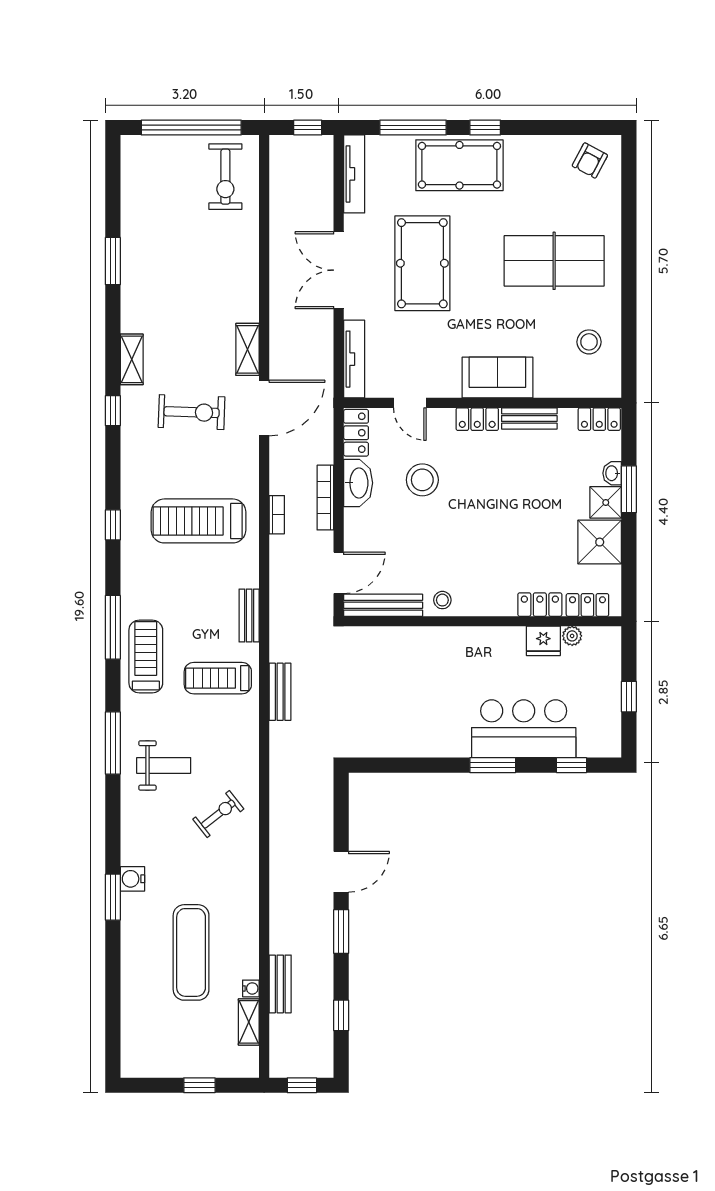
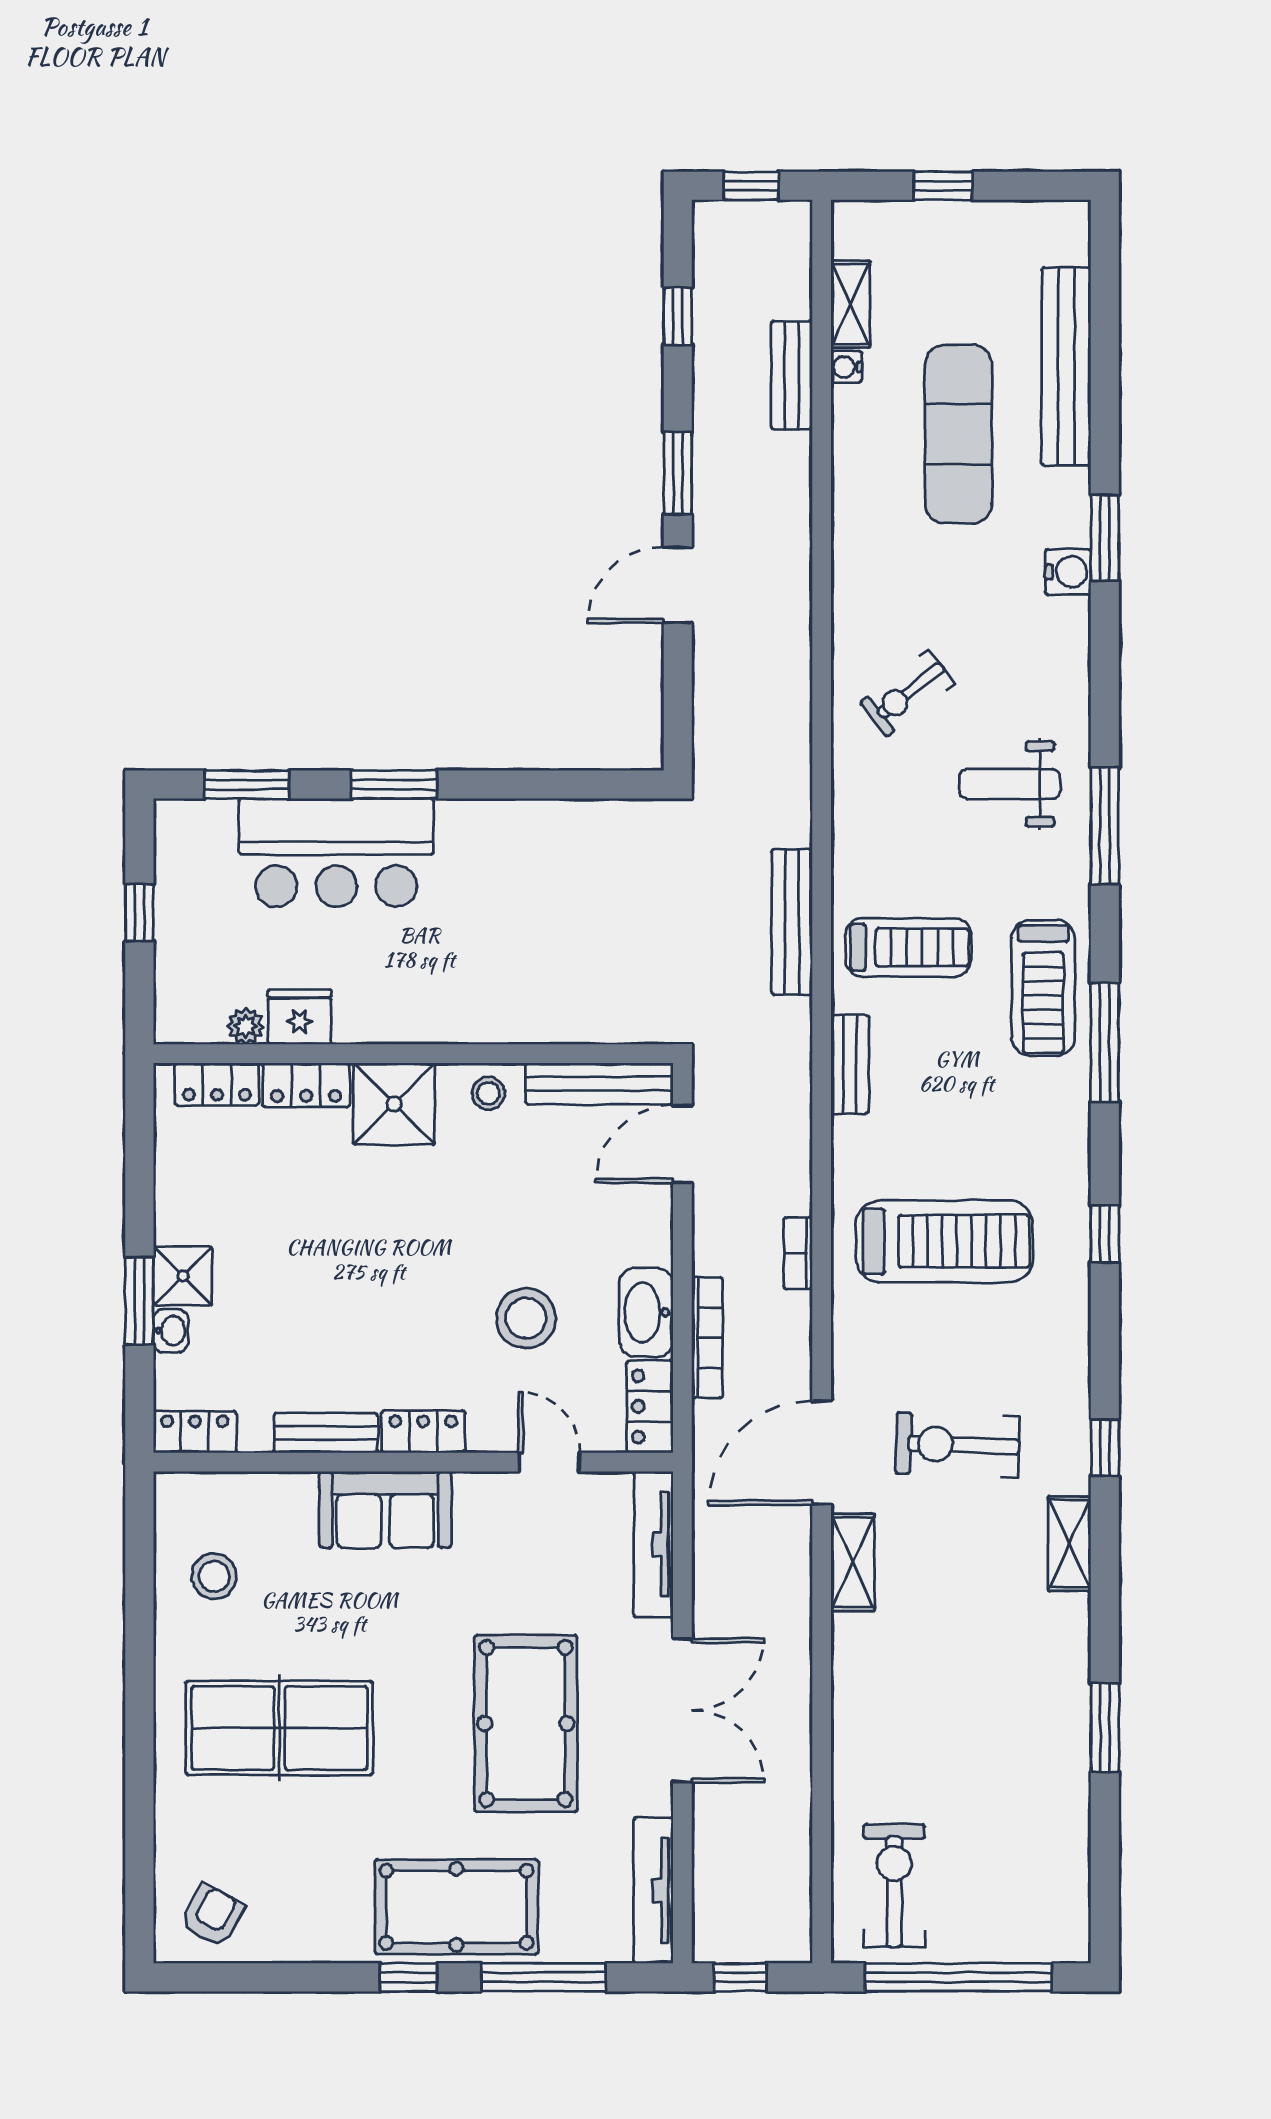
bookcase: (325, 498) -> (707, 1338), moved
shower: (600, 542) -> (394, 1104), moved
bench: (280, 692) -> (792, 922), width x1.36
window: (572, 765) -> (247, 785), width x1.50
bench: (133, 989) -> (1066, 366), added

